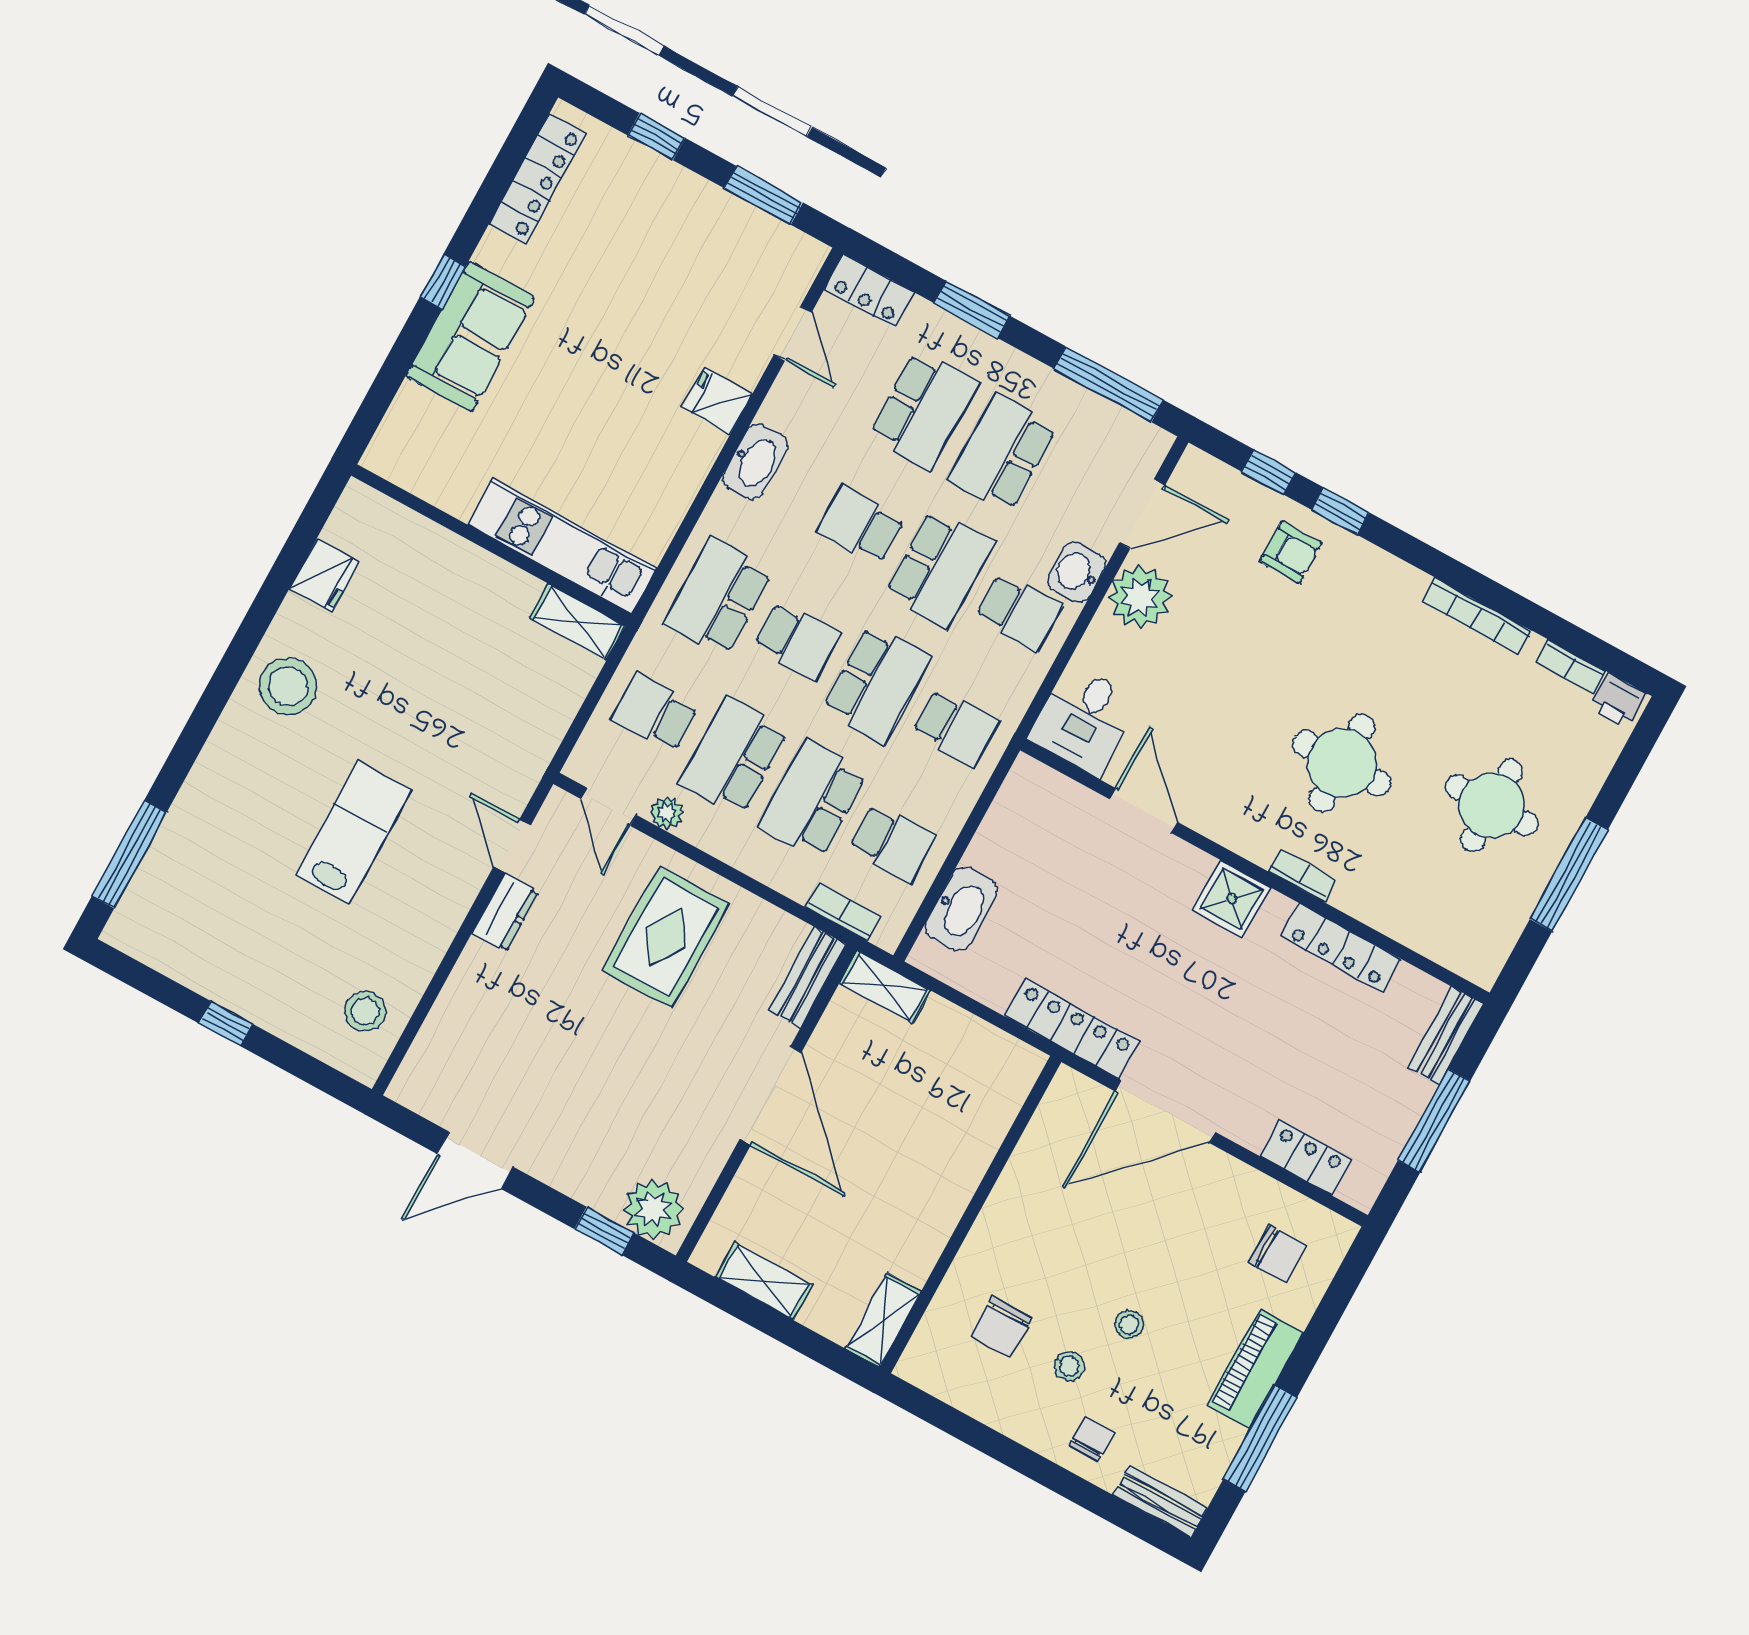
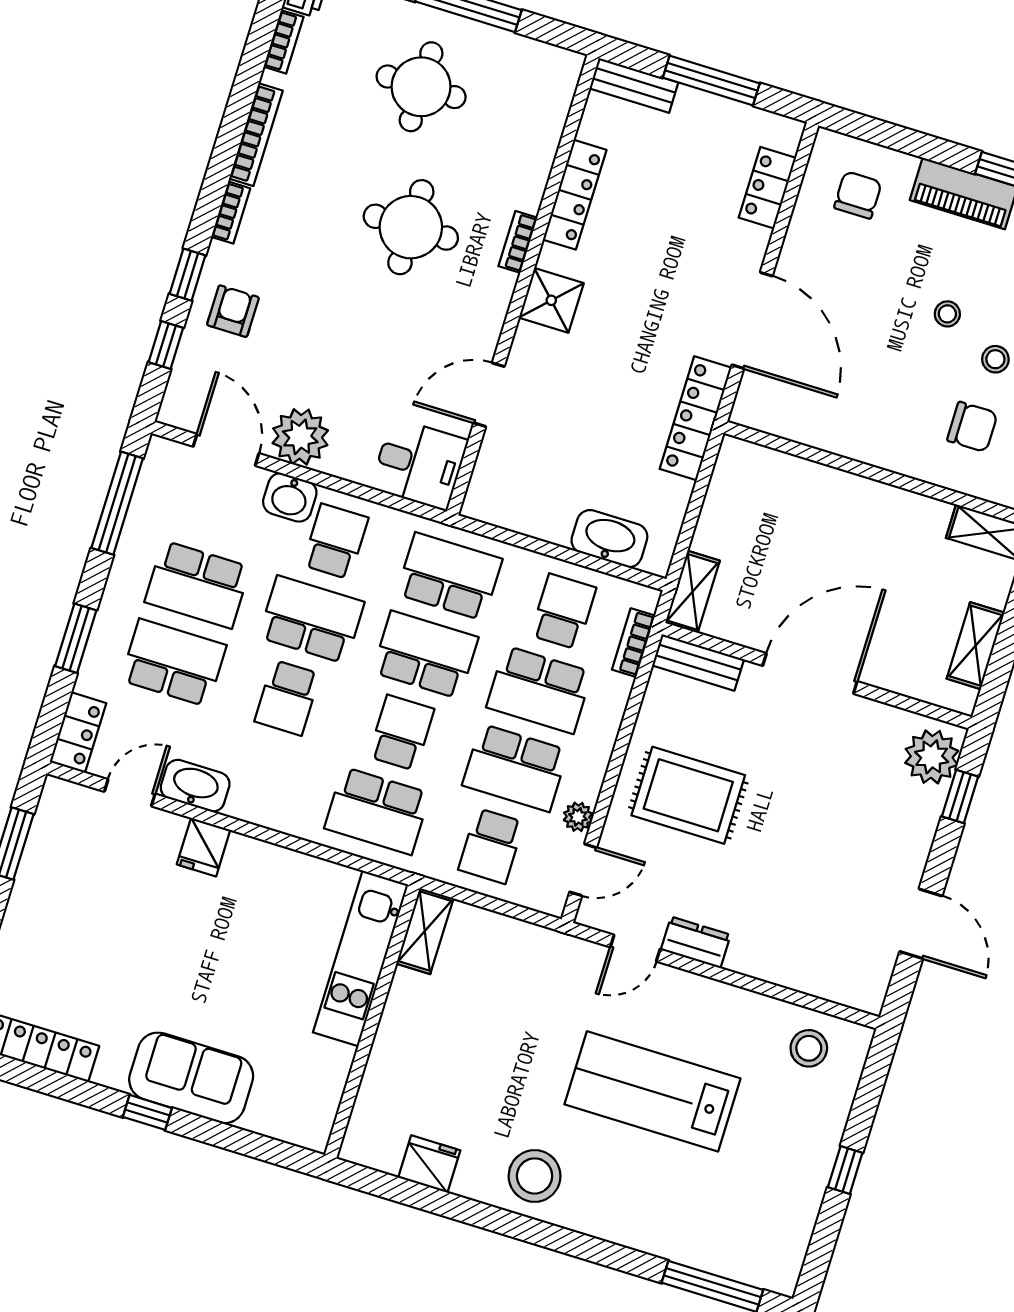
washbasin: (755, 462) -> (195, 786), moved
bookcase: (1398, 572) -> (231, 213), added
school desk: (956, 727) -> (449, 576), width x1.85
lab bench: (353, 833) -> (652, 1091), width x1.36, depth x1.39

